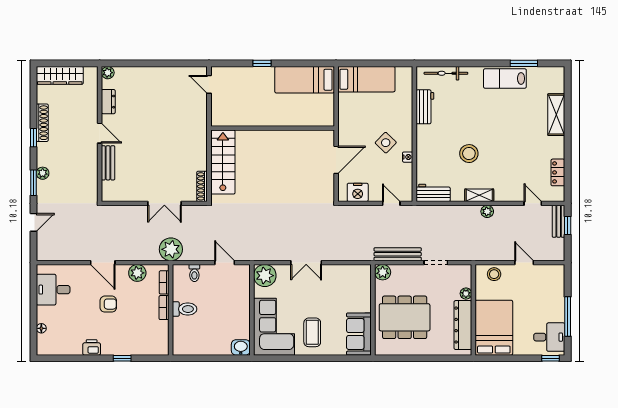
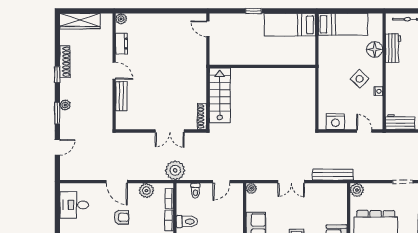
floor lamp: (403, 108) -> (375, 49), added
door: (336, 160) -> (317, 94), removed
bench: (398, 254) -> (333, 175), moved
door: (225, 263) -> (221, 182), swing flipped
plant: (265, 276) -> (251, 188), width x0.53, depth x0.53

